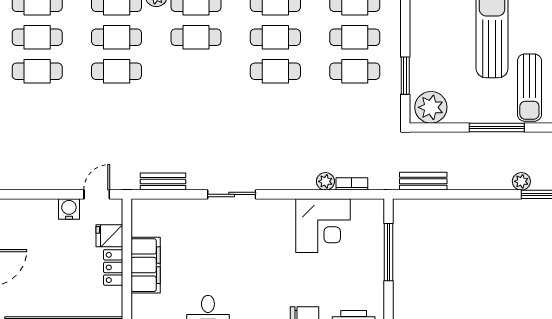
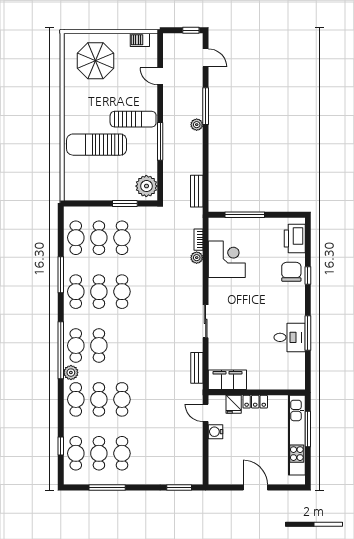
filing cabinet: (146, 265) -> (227, 380), moved

